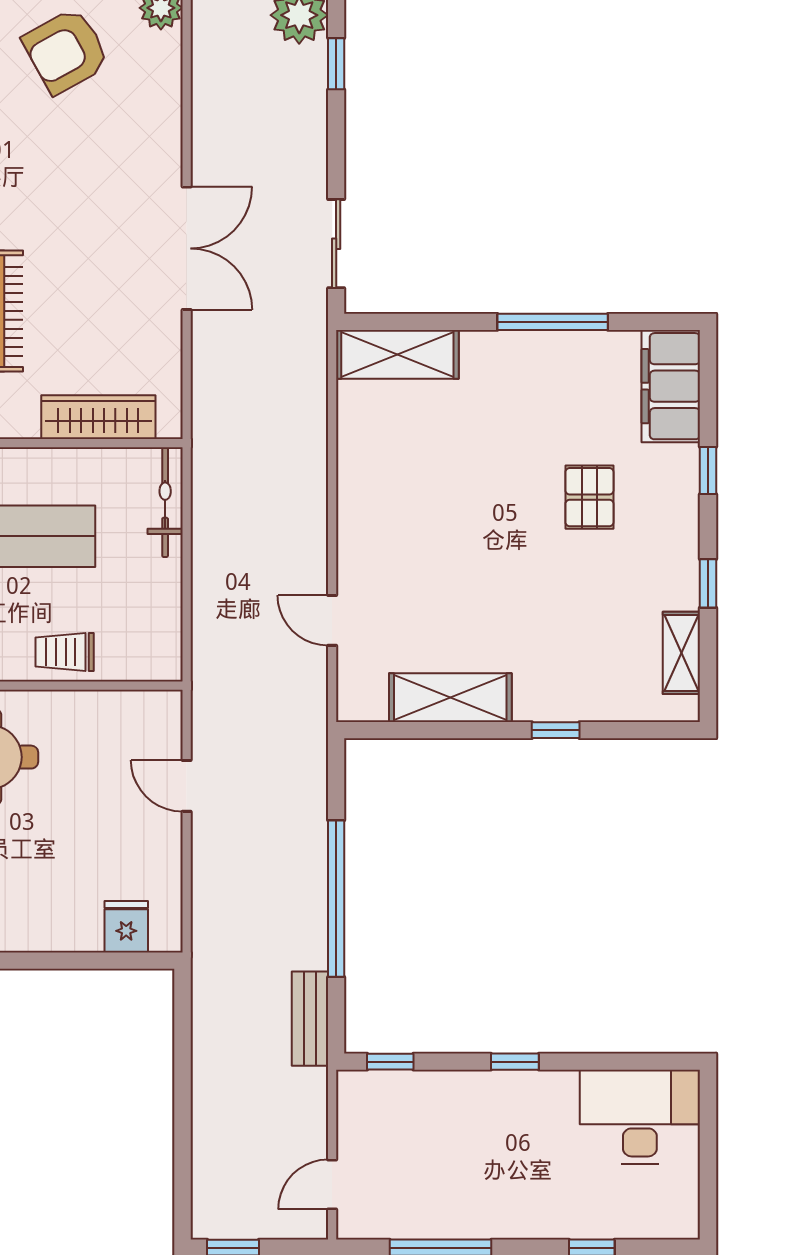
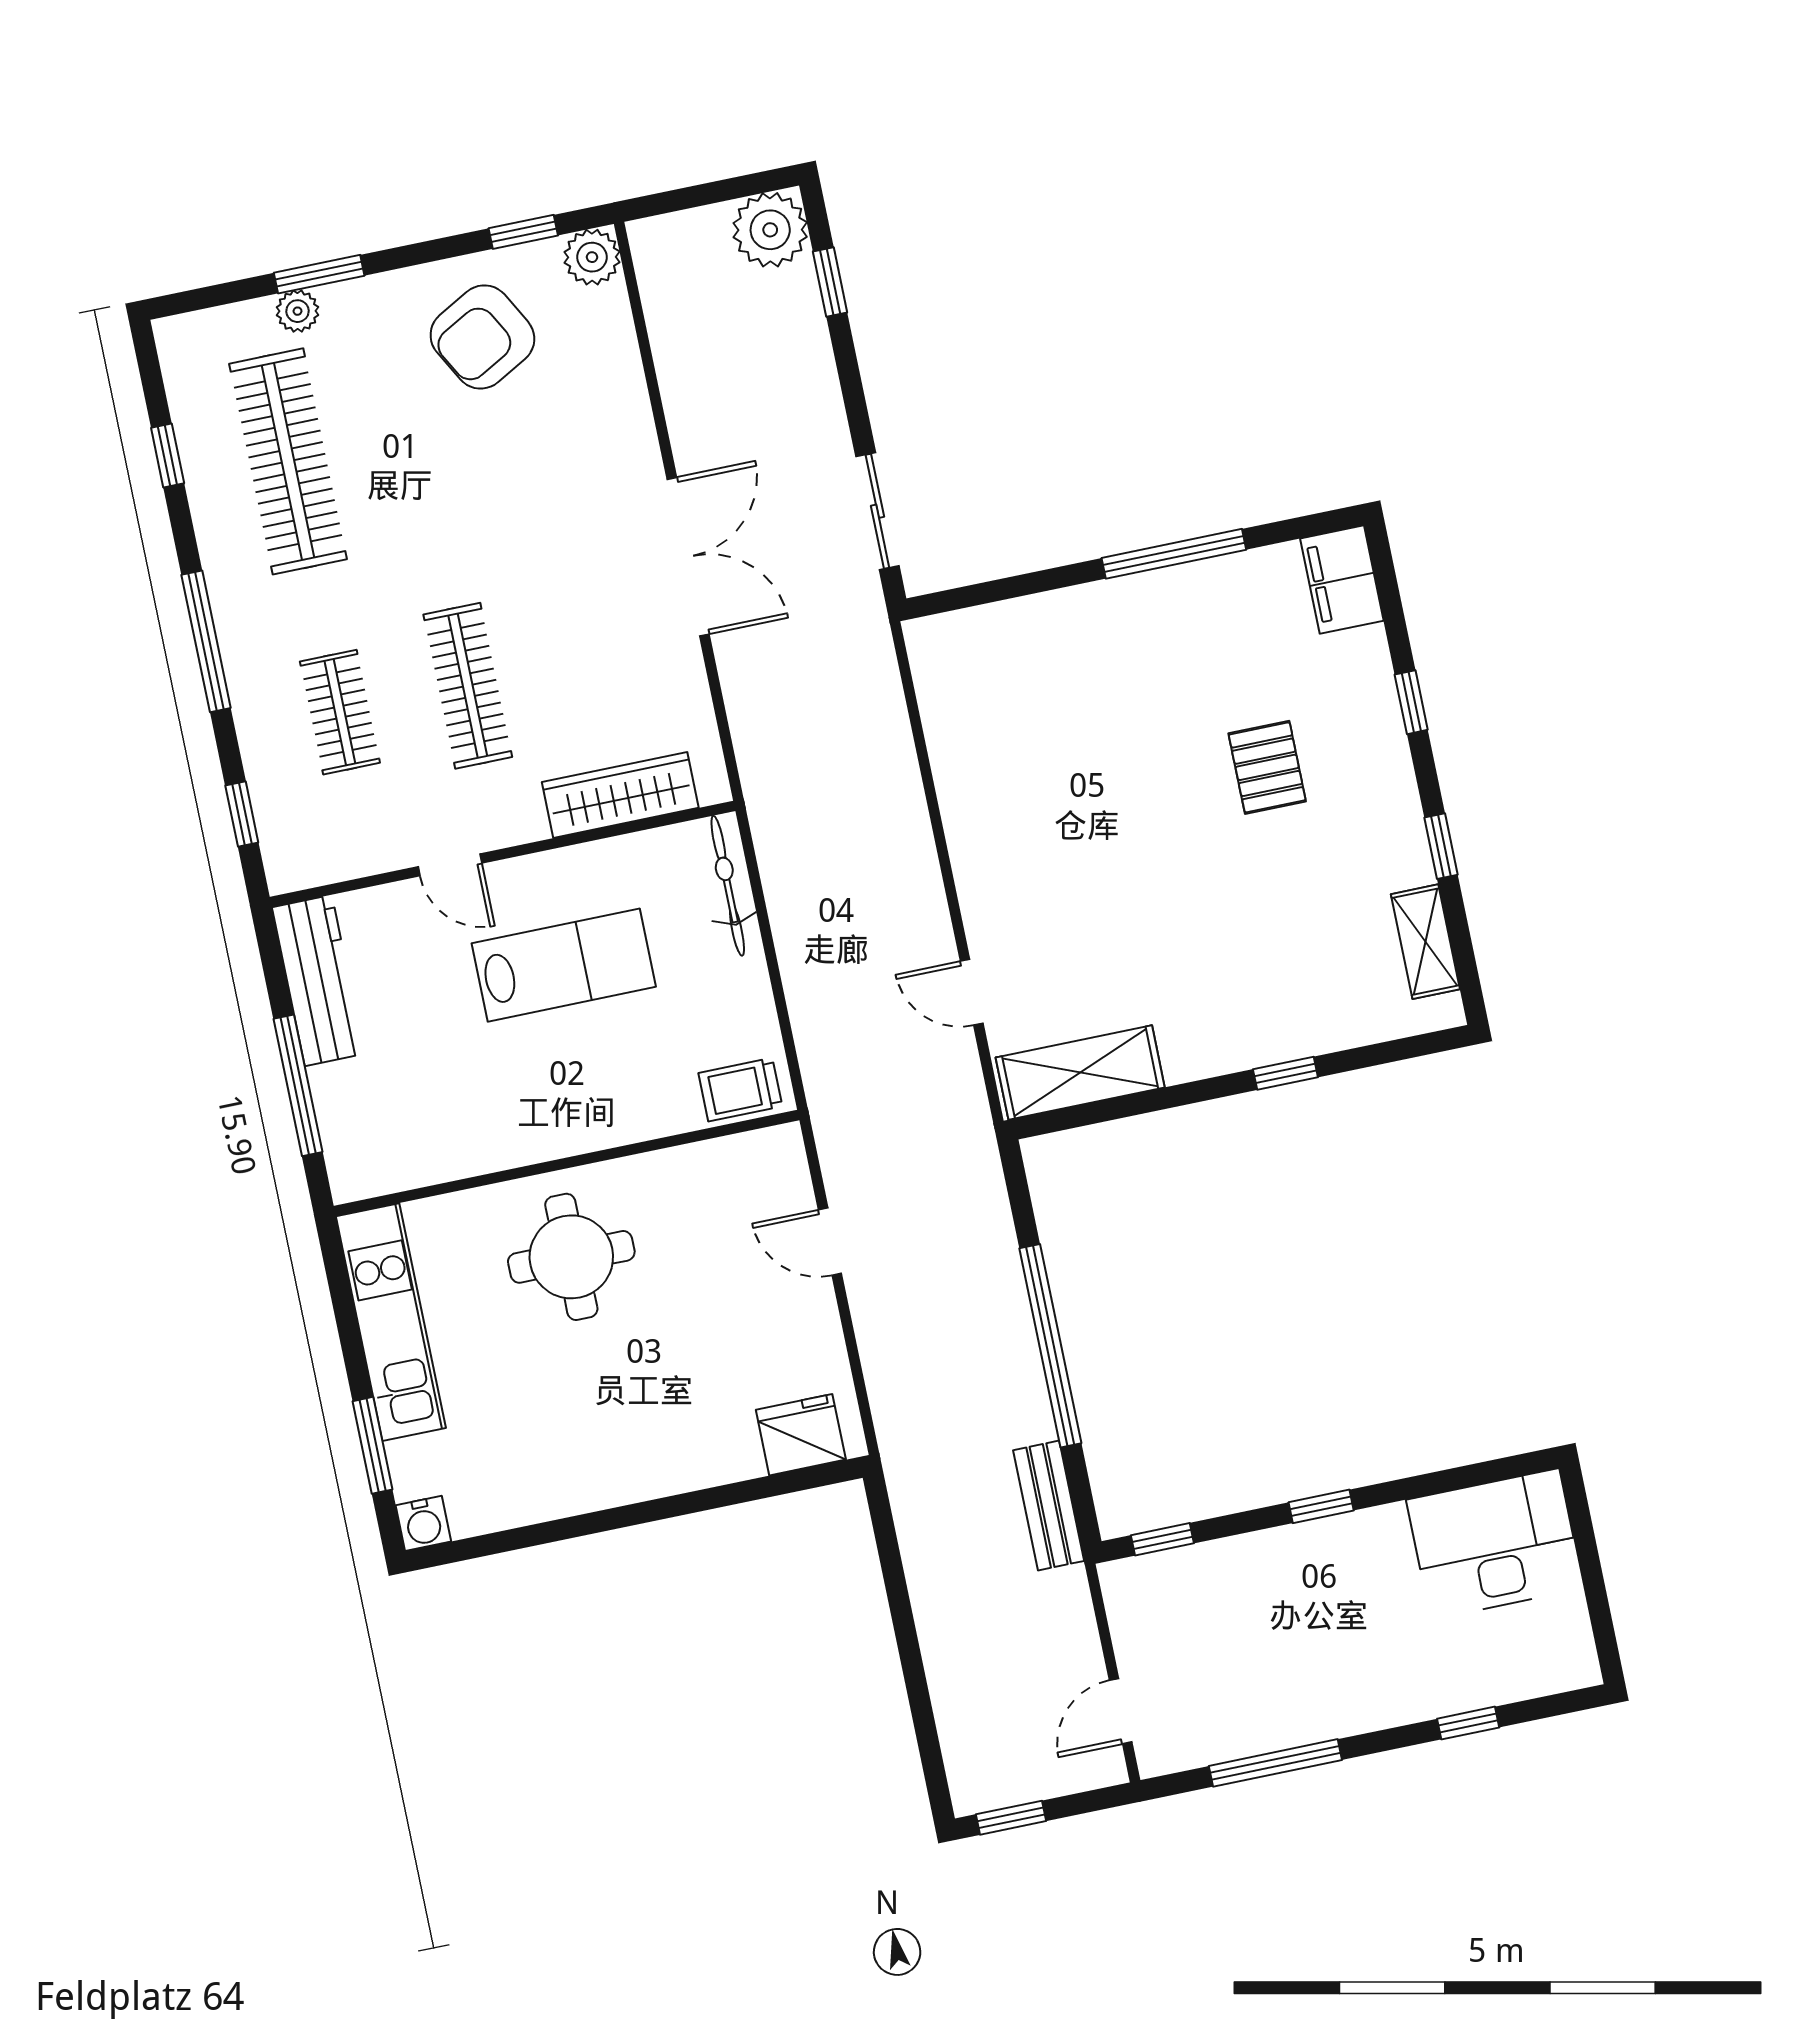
shelving: (397, 354) -> (985, 636), removed
filing cabinet: (671, 386) -> (1342, 580), width x0.67, depth x0.86
trolley: (65, 652) -> (740, 1090), moved
shelving: (450, 698) -> (1080, 1072), moved
fridge: (126, 927) -> (801, 1435), width x1.38

